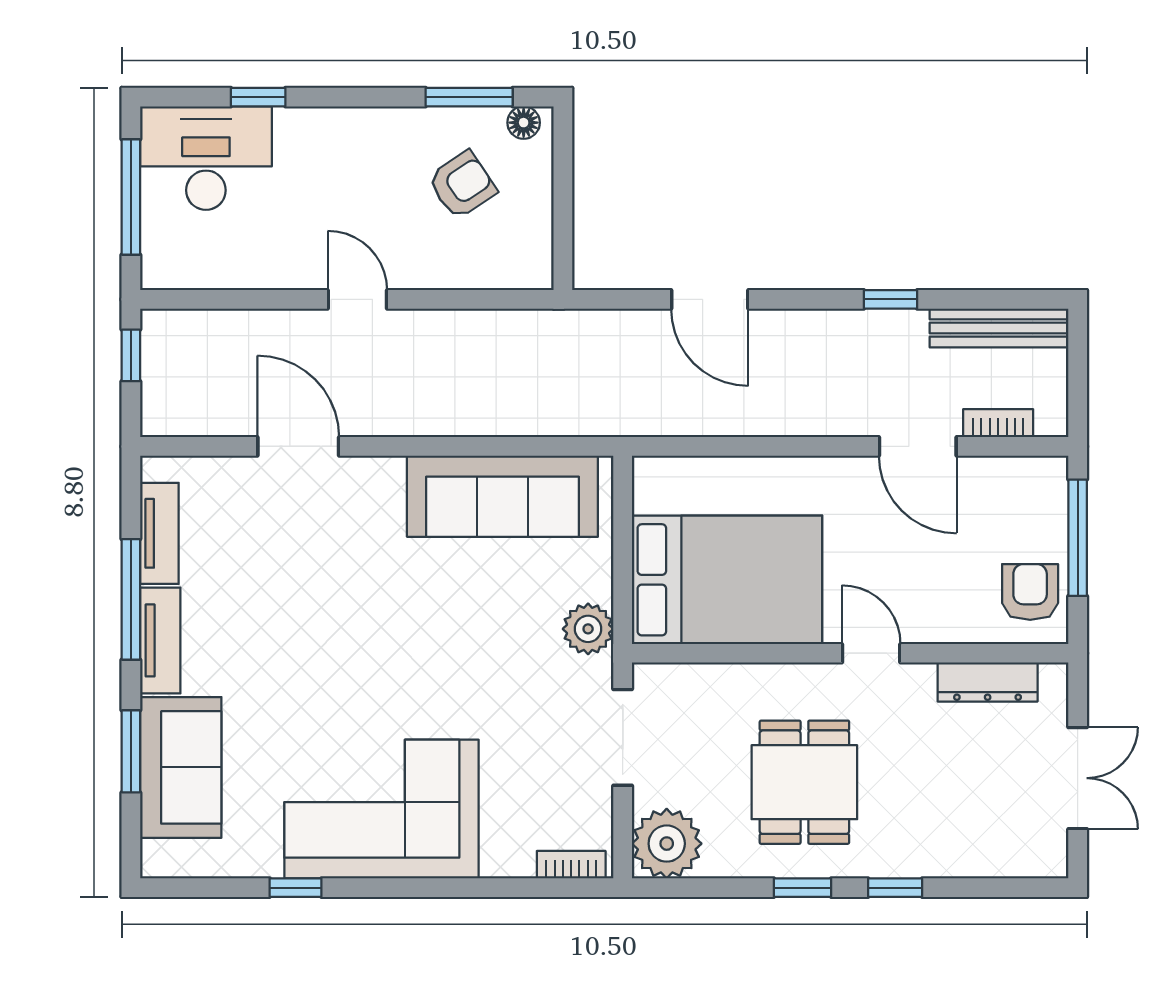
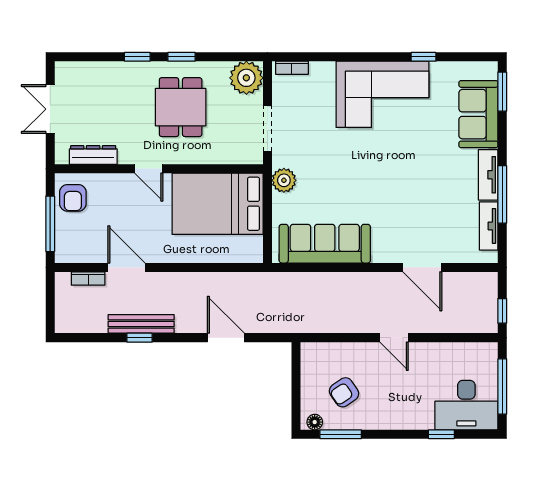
bench: (999, 328) -> (141, 324), moved
window: (131, 751) -> (502, 92), moved

